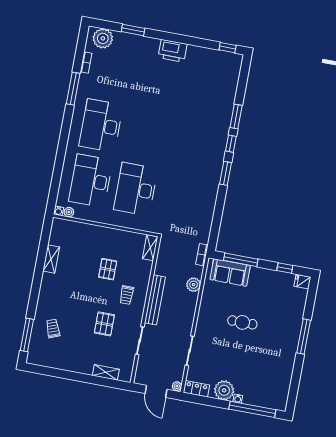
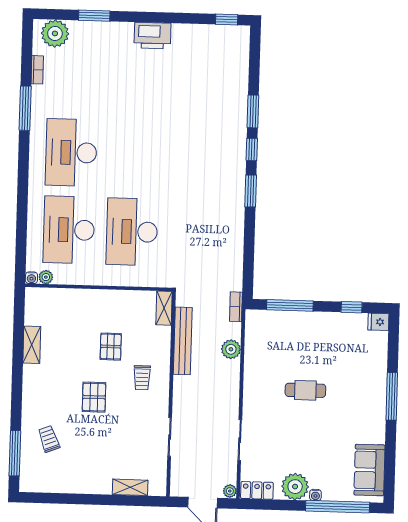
sofa: (230, 273) -> (369, 470), moved, turned 90
bench: (155, 300) -> (183, 341), moved
pallet: (104, 324) -> (94, 397), moved

